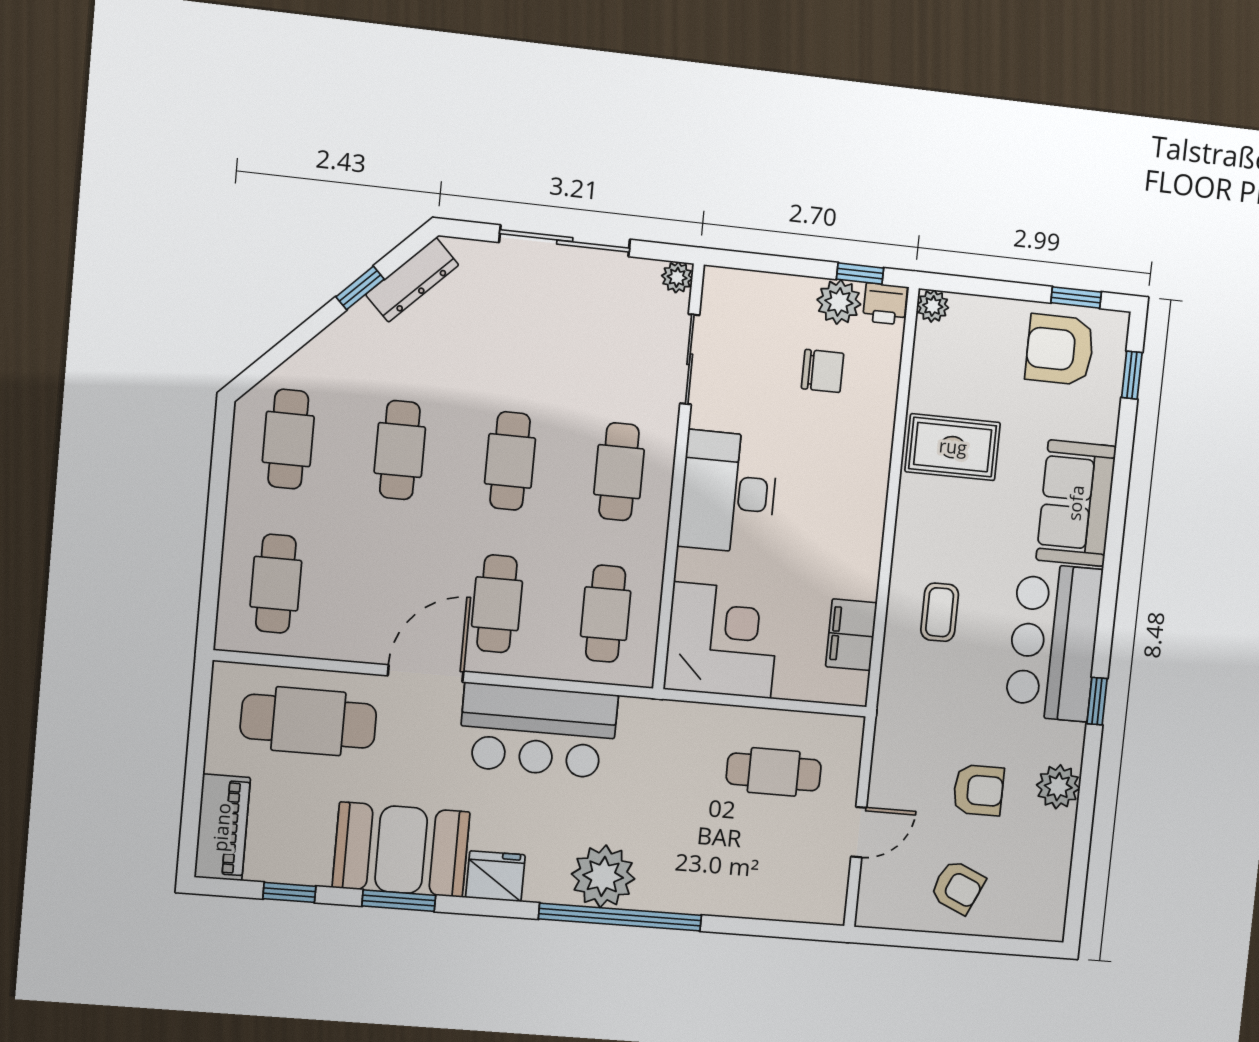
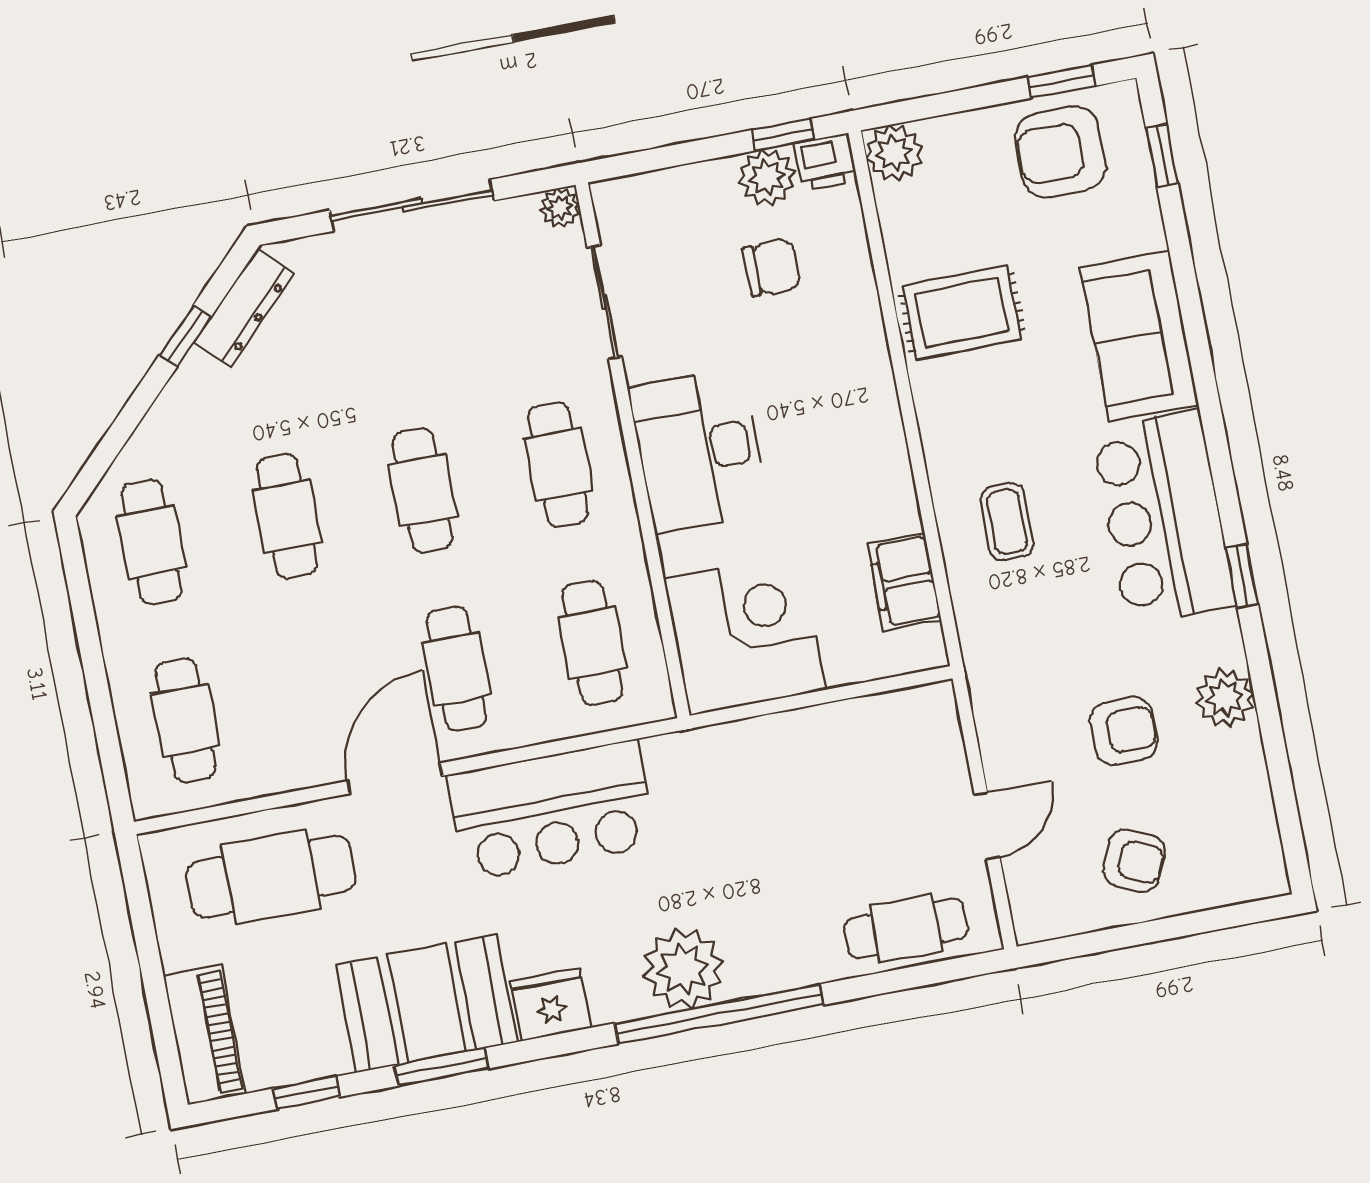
plant: (933, 306) -> (894, 153), width x1.38, depth x1.38
cafe table: (774, 772) -> (906, 928), moved

